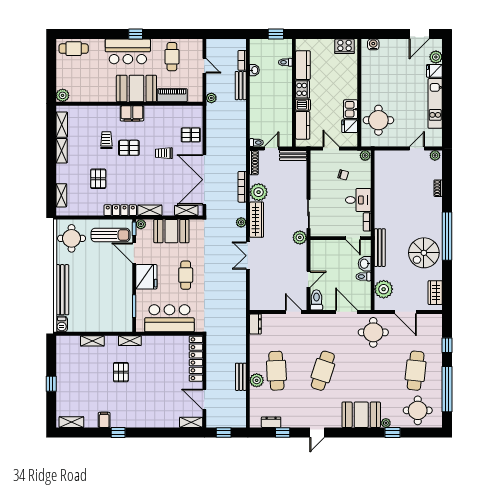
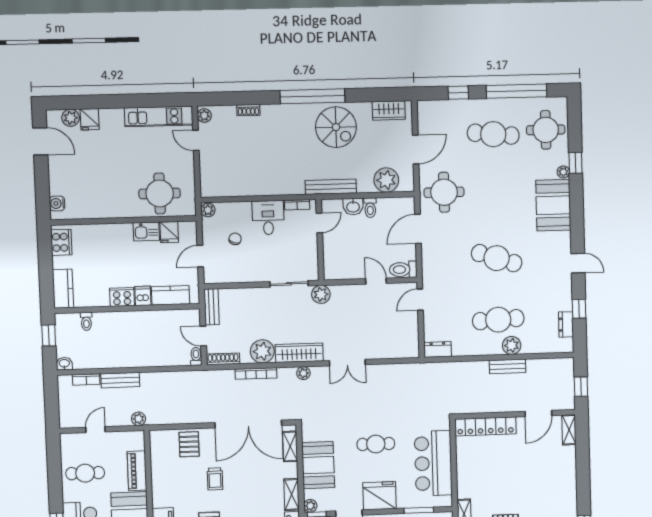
kitchen counter: (303, 65) -> (63, 289), moved, turned 90
washbasin: (254, 70) -> (64, 364), moved
kitchen unit: (435, 103) -> (159, 116), moved

